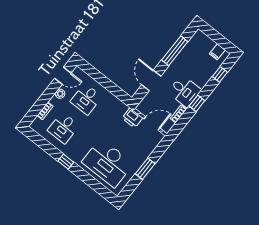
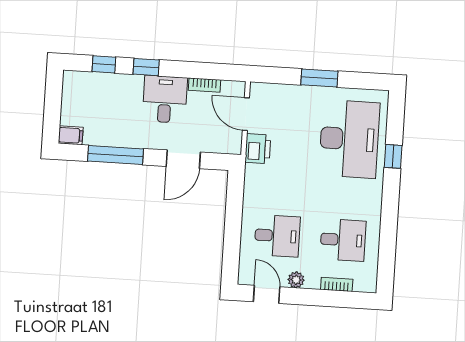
filing cabinet: (217, 52) -> (71, 135), moved
window: (197, 103) -> (146, 67), moved
window: (66, 162) -> (393, 156), moved

